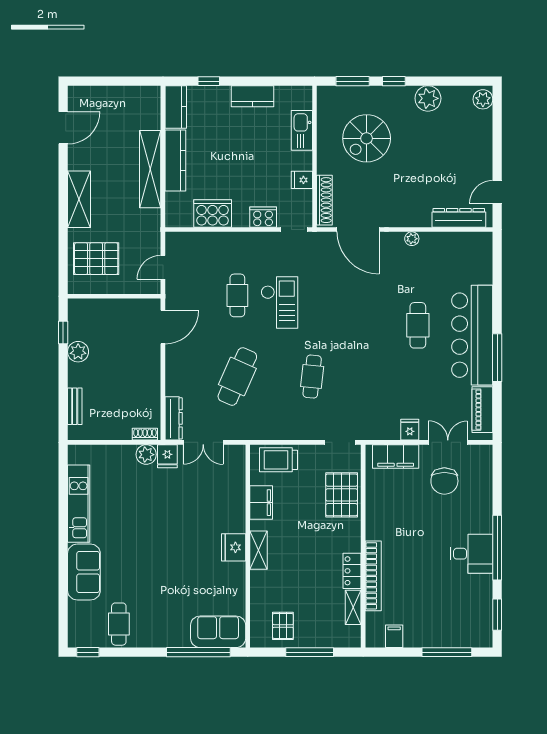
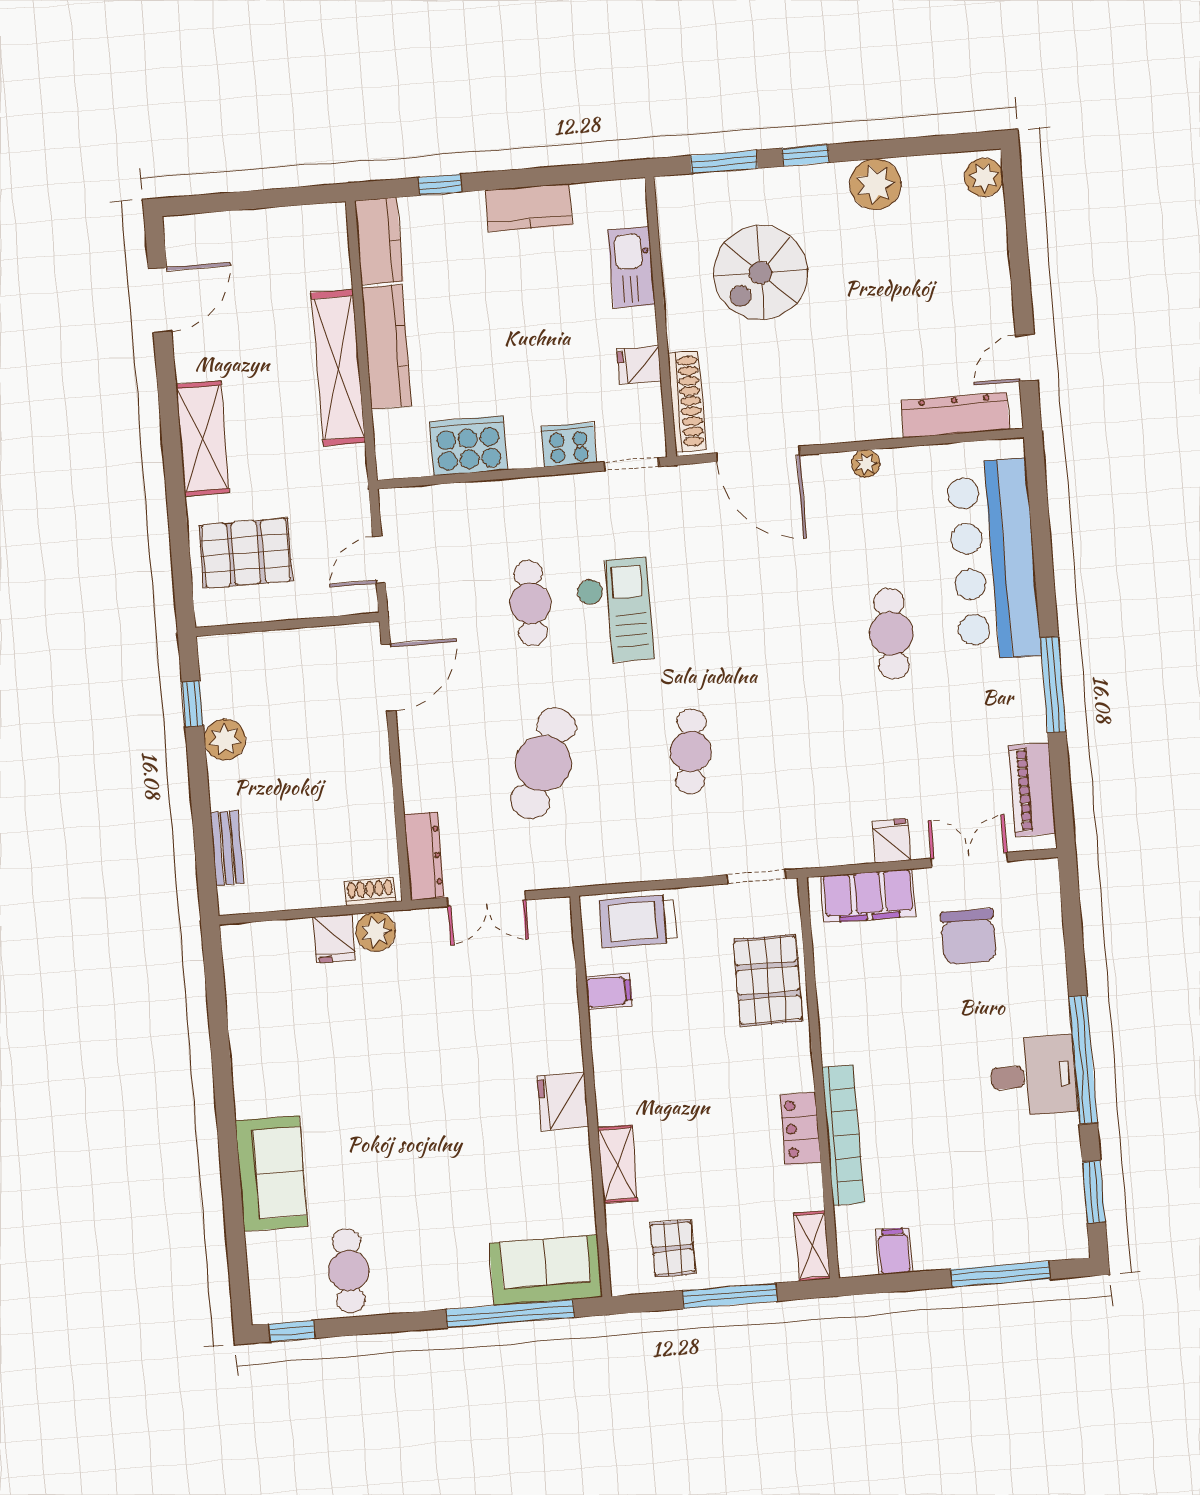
bar counter: (472, 335) -> (993, 560), moved
fridge: (167, 456) -> (334, 939), moved
filing cabinet: (261, 503) -> (609, 992), width x0.50
kitchen unit: (79, 504) -> (250, 1039), removed
shelving: (258, 550) -> (618, 1164), moved
shelving: (353, 607) -> (812, 1246), moved

